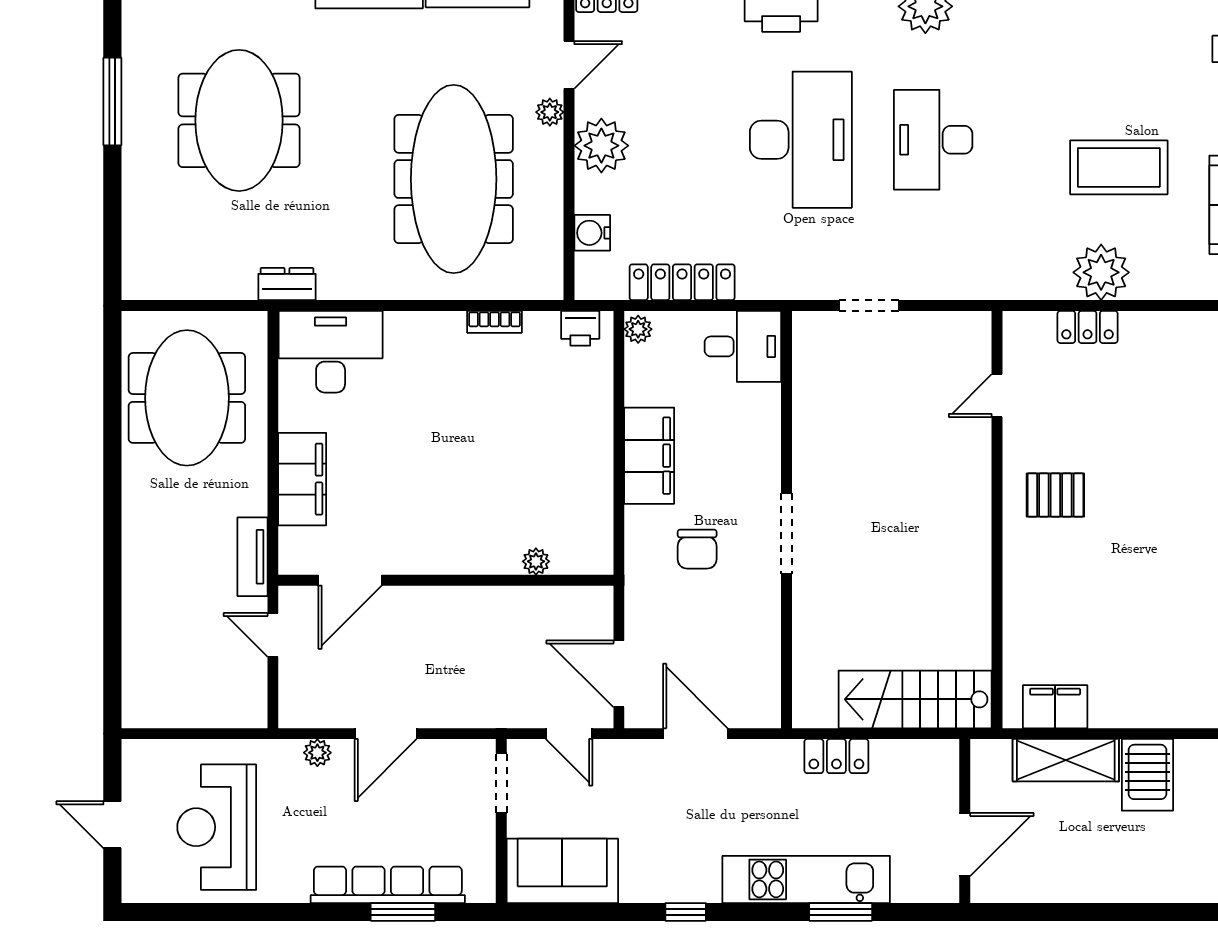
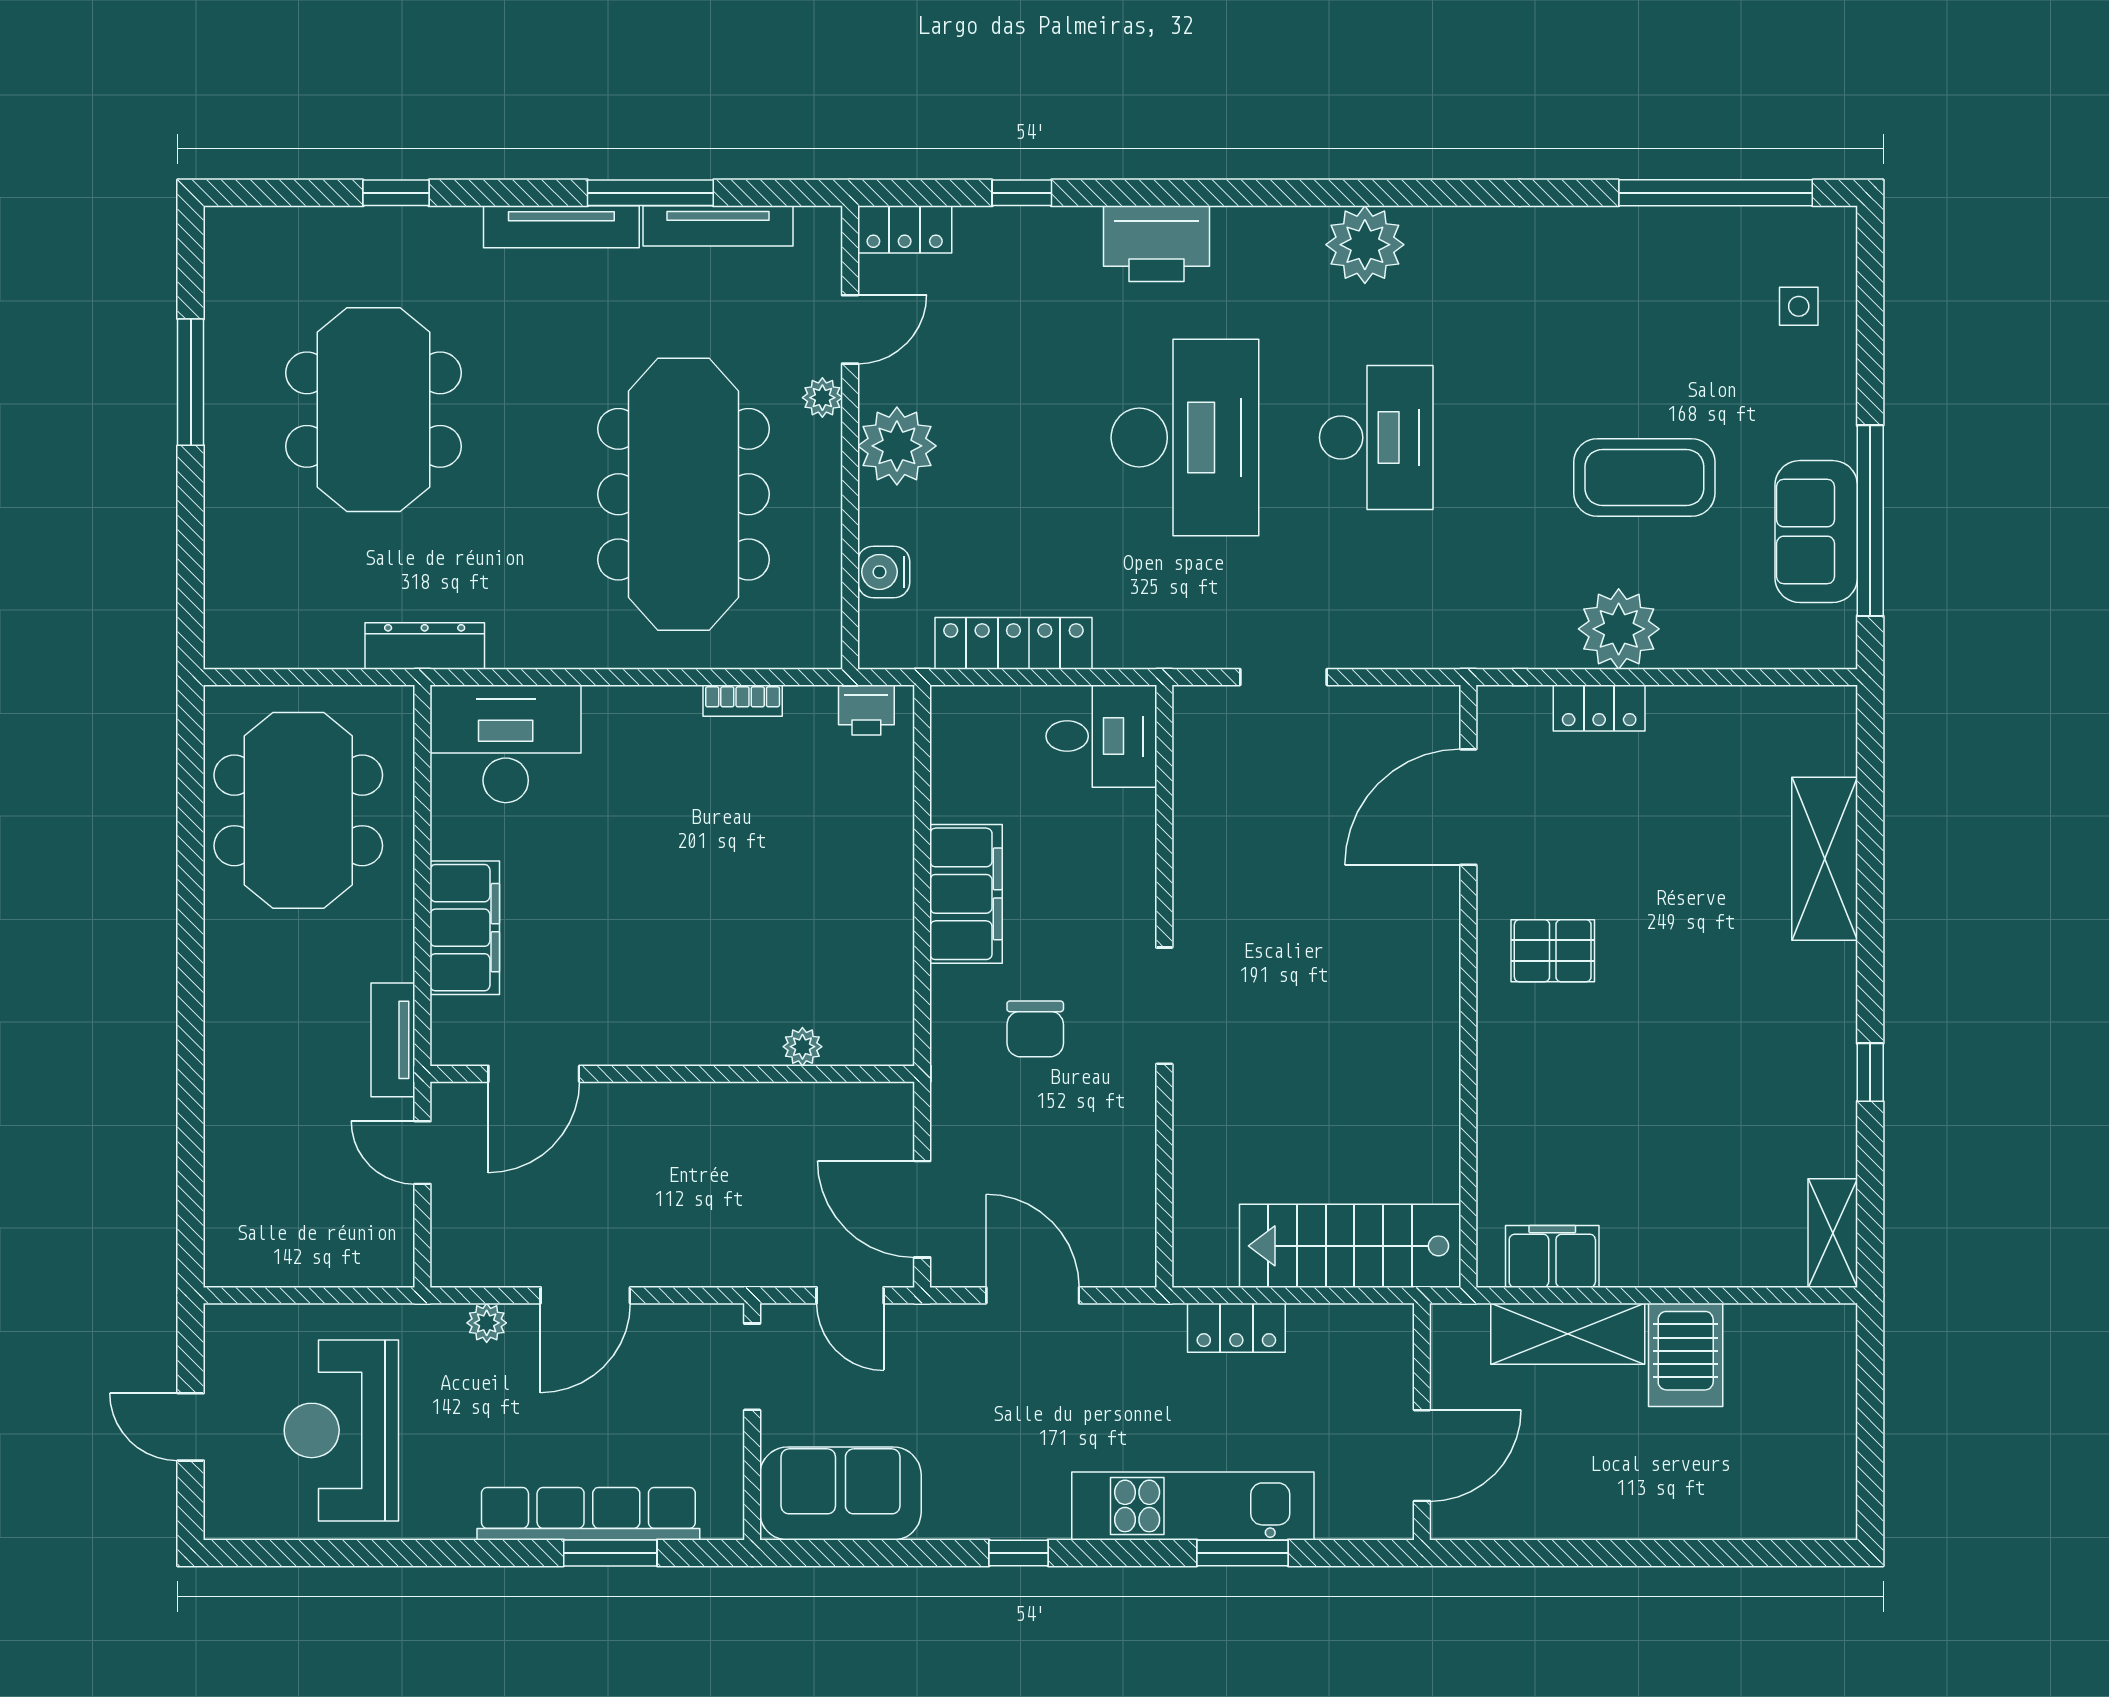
desk: (933, 140) -> (1376, 438), turned 180
dresser: (287, 284) -> (425, 646), width x1.44
plant: (638, 329) -> (950, 711), removed
door: (997, 396) -> (1468, 807), width x1.87

